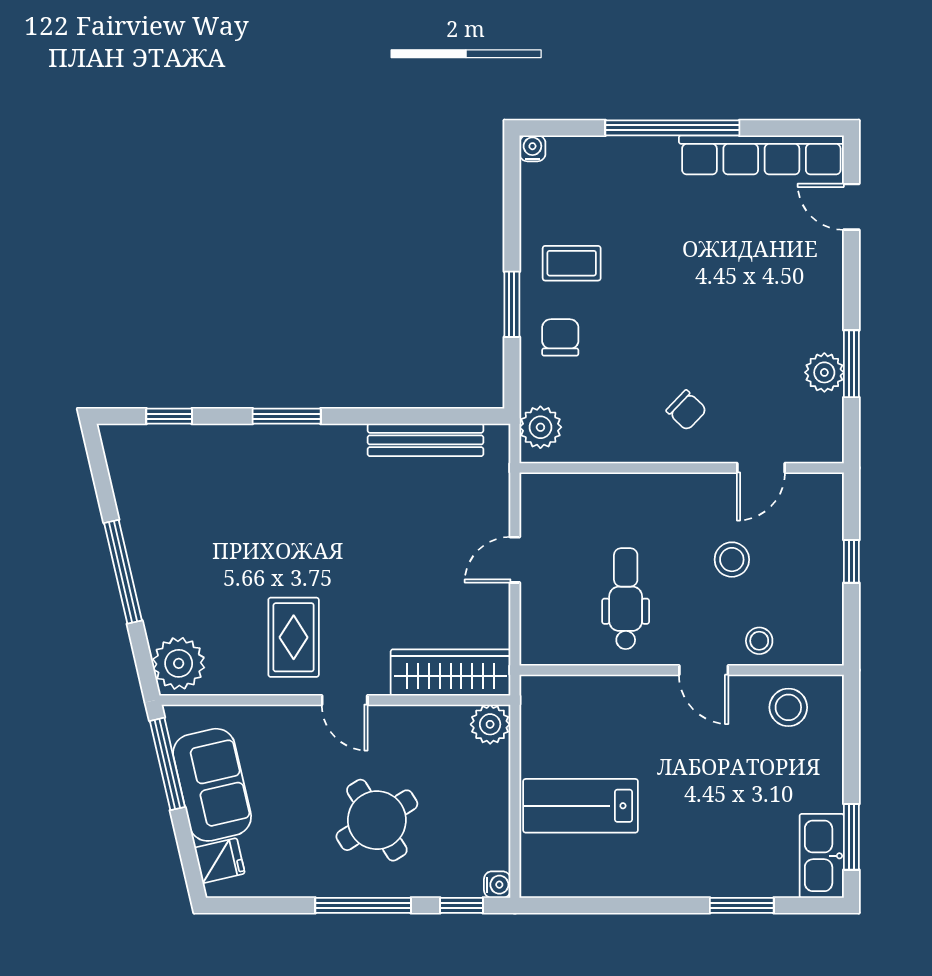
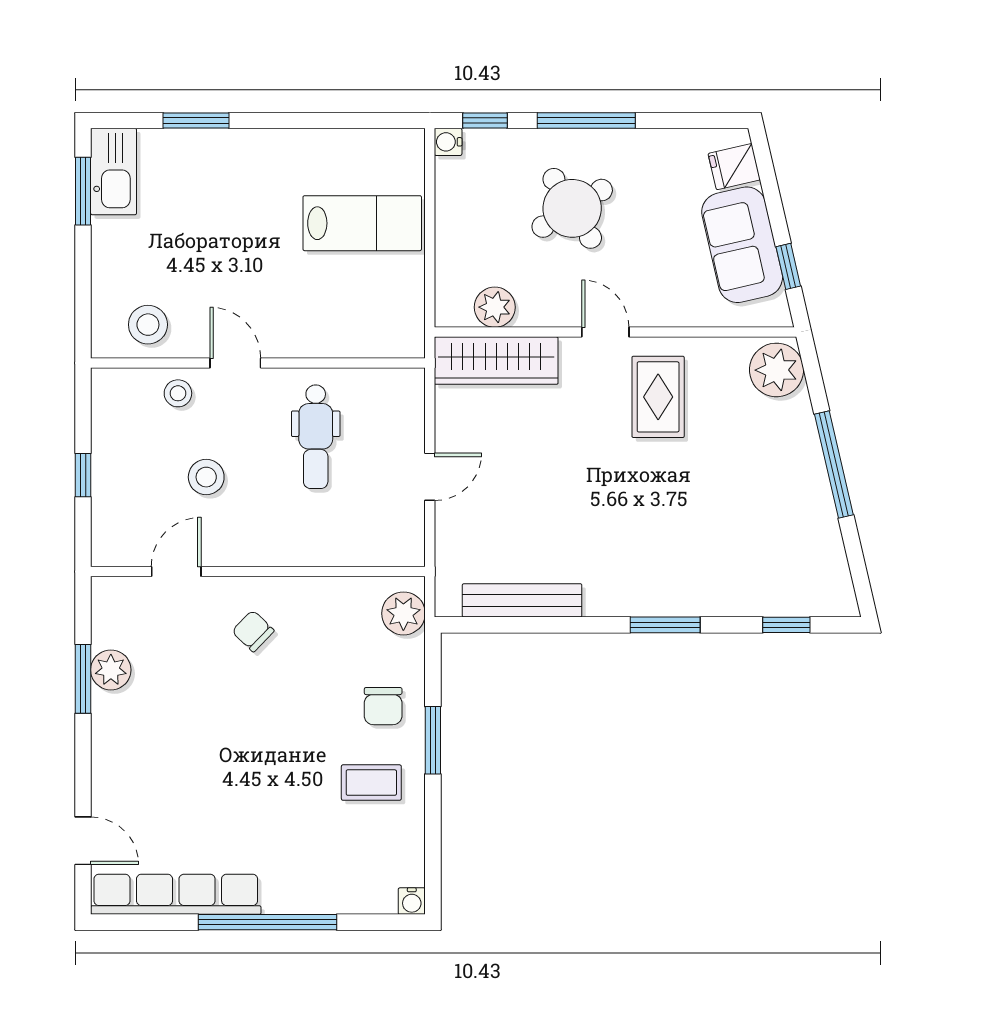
plant: (490, 724) -> (495, 307), moved
window: (167, 764) -> (788, 266), width x0.46

